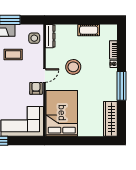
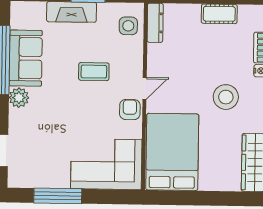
coffee table: (13, 54) -> (94, 72), moved
stool: (73, 67) -> (226, 97), moved

